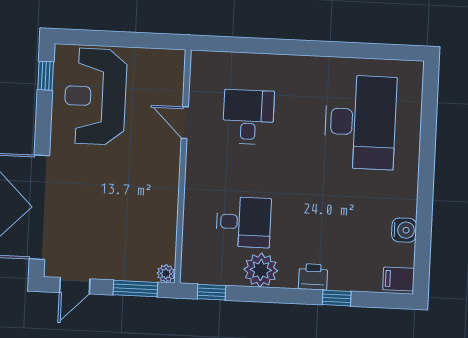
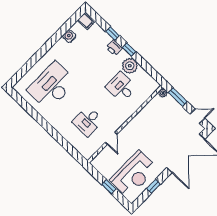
window: (117, 39) -> (109, 187), added
window: (46, 76) -> (154, 186), moved
window: (211, 292) -> (129, 50), moved

